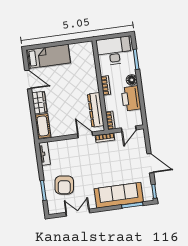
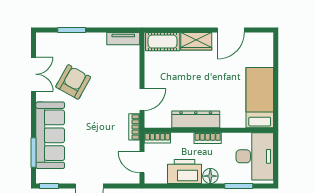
bed: (48, 56) -> (260, 98), moved, turned 180
dresser: (96, 110) -> (196, 119), moved
armchair: (64, 185) -> (73, 82), moved, turned 111

